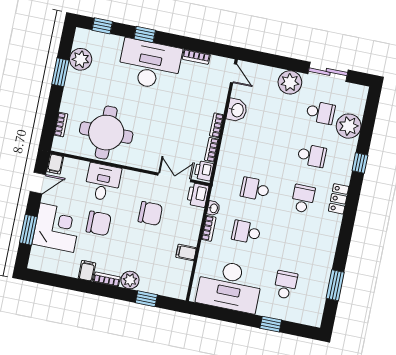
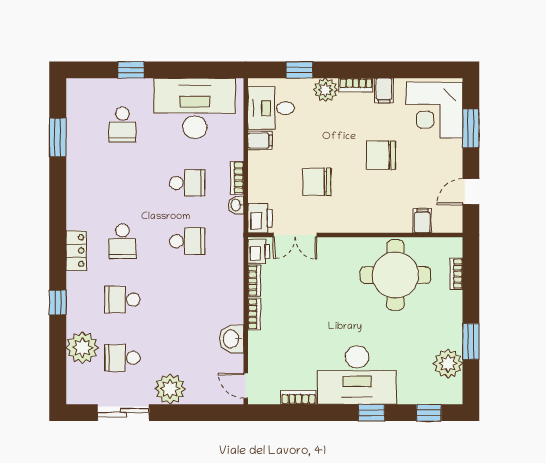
filing cabinet: (55, 164) -> (422, 221), moved
desk: (103, 182) -> (271, 108), moved, turned 90
corner desk: (57, 228) -> (435, 110), moved

